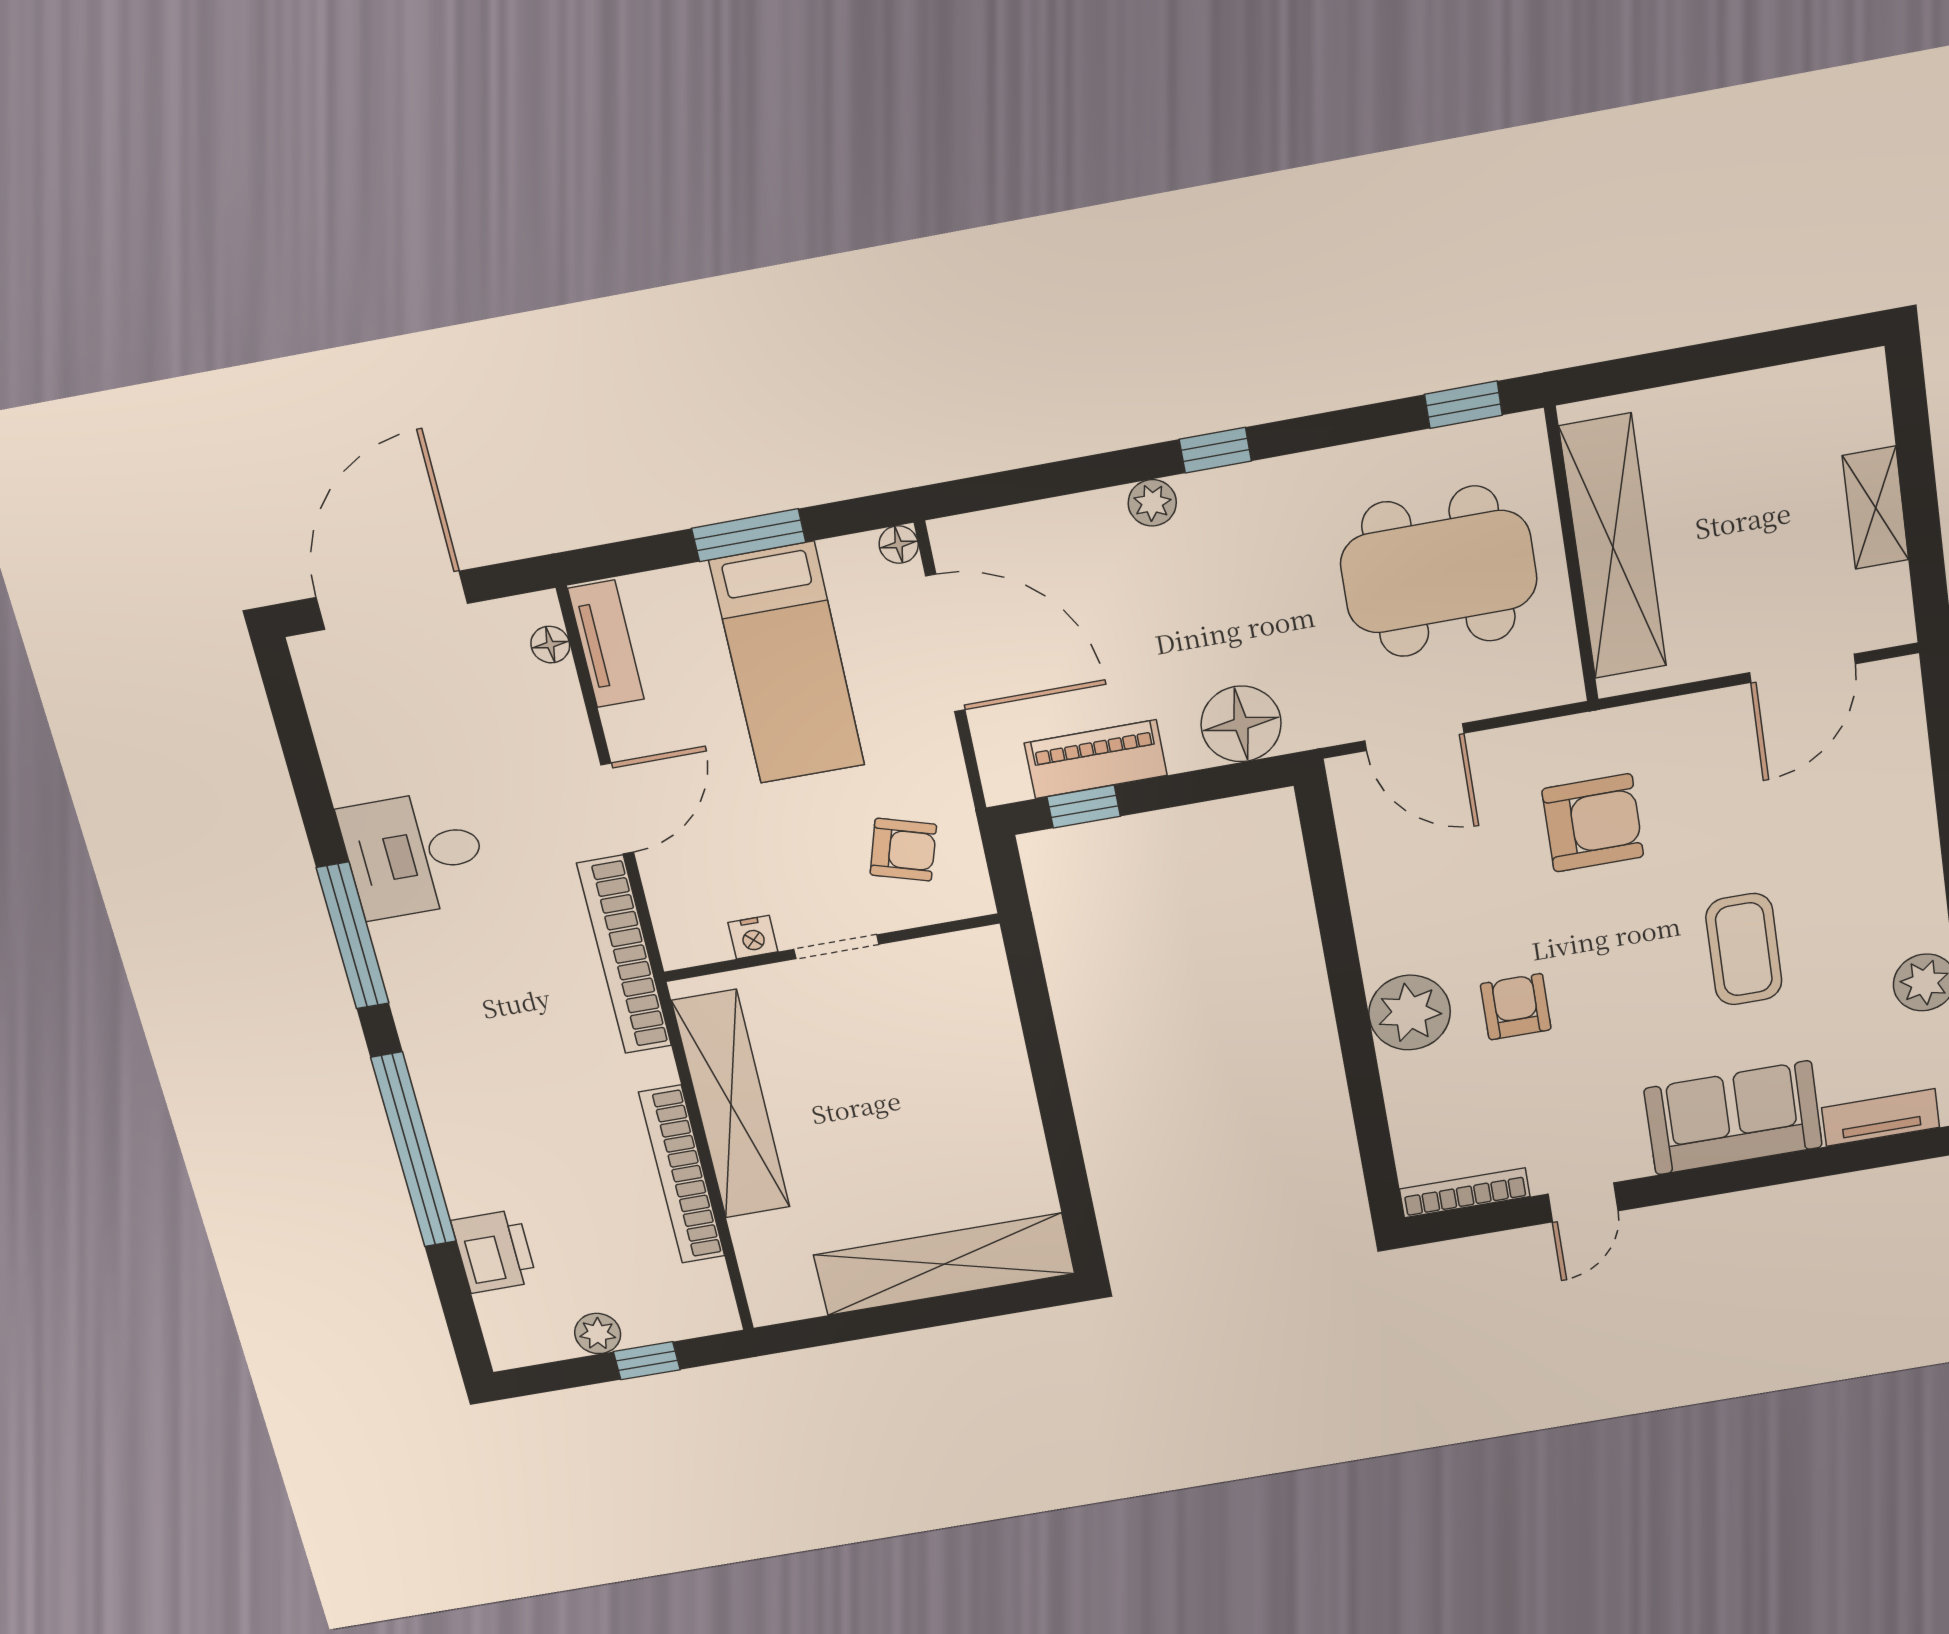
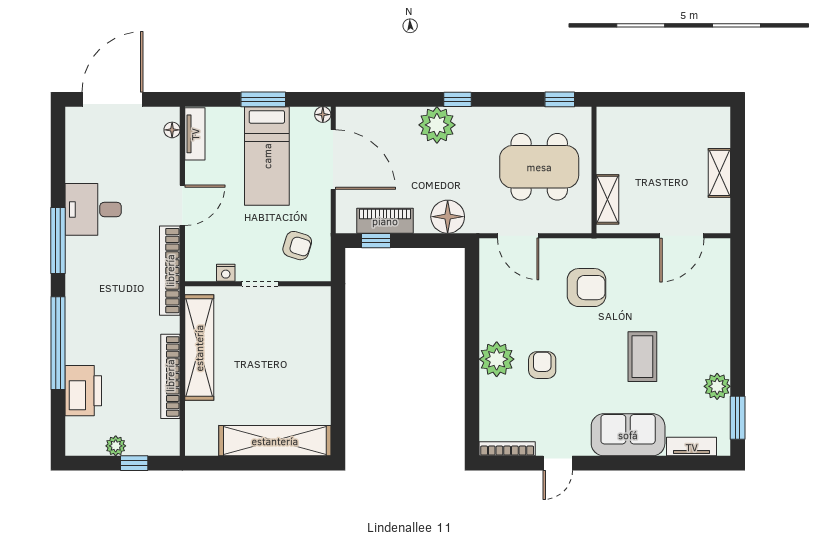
plant: (1152, 503) -> (437, 125), width x1.88, depth x1.88
shelving: (1613, 547) -> (608, 199), width x0.45, depth x0.75
printer: (494, 1251) -> (83, 391), width x1.37, depth x1.19

